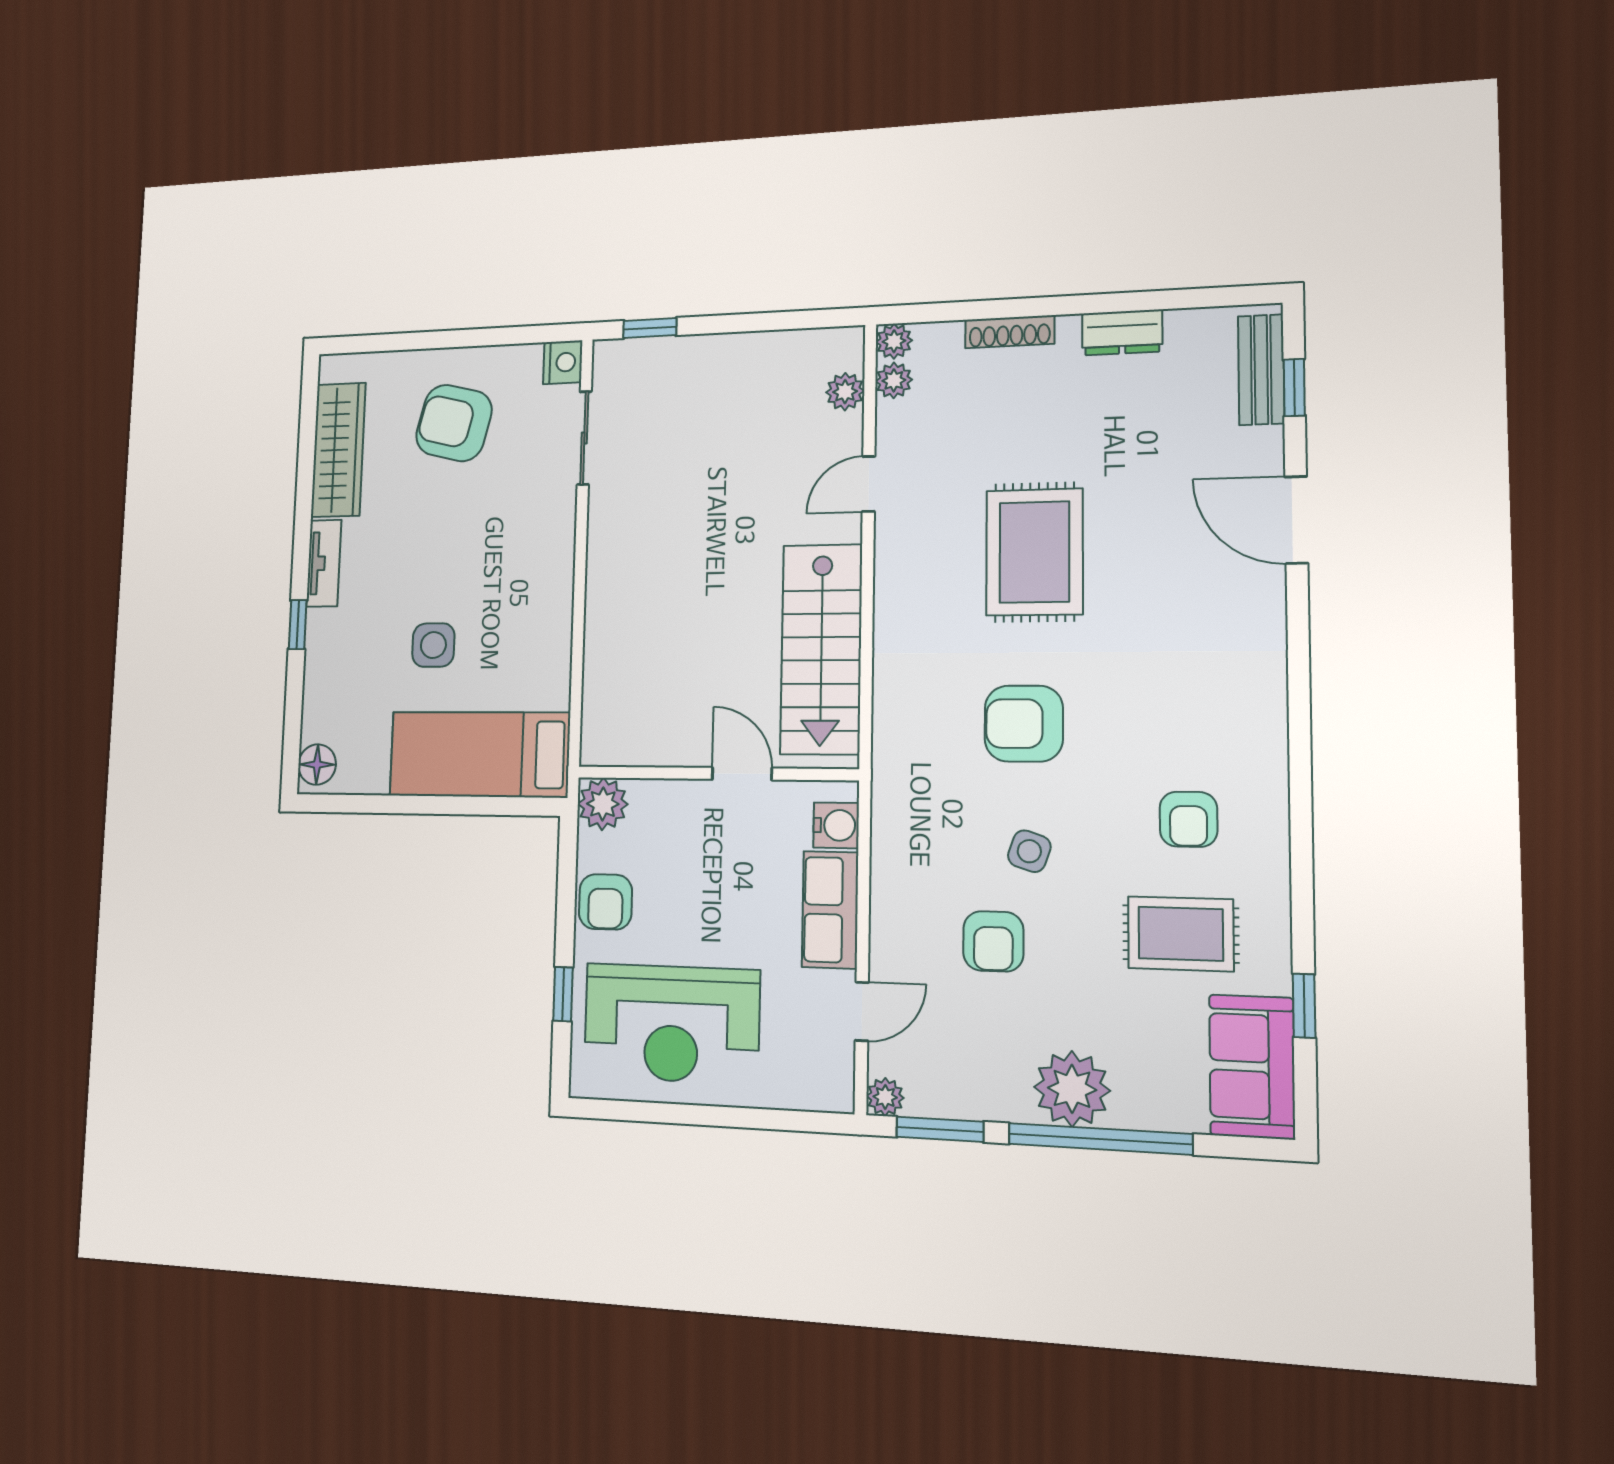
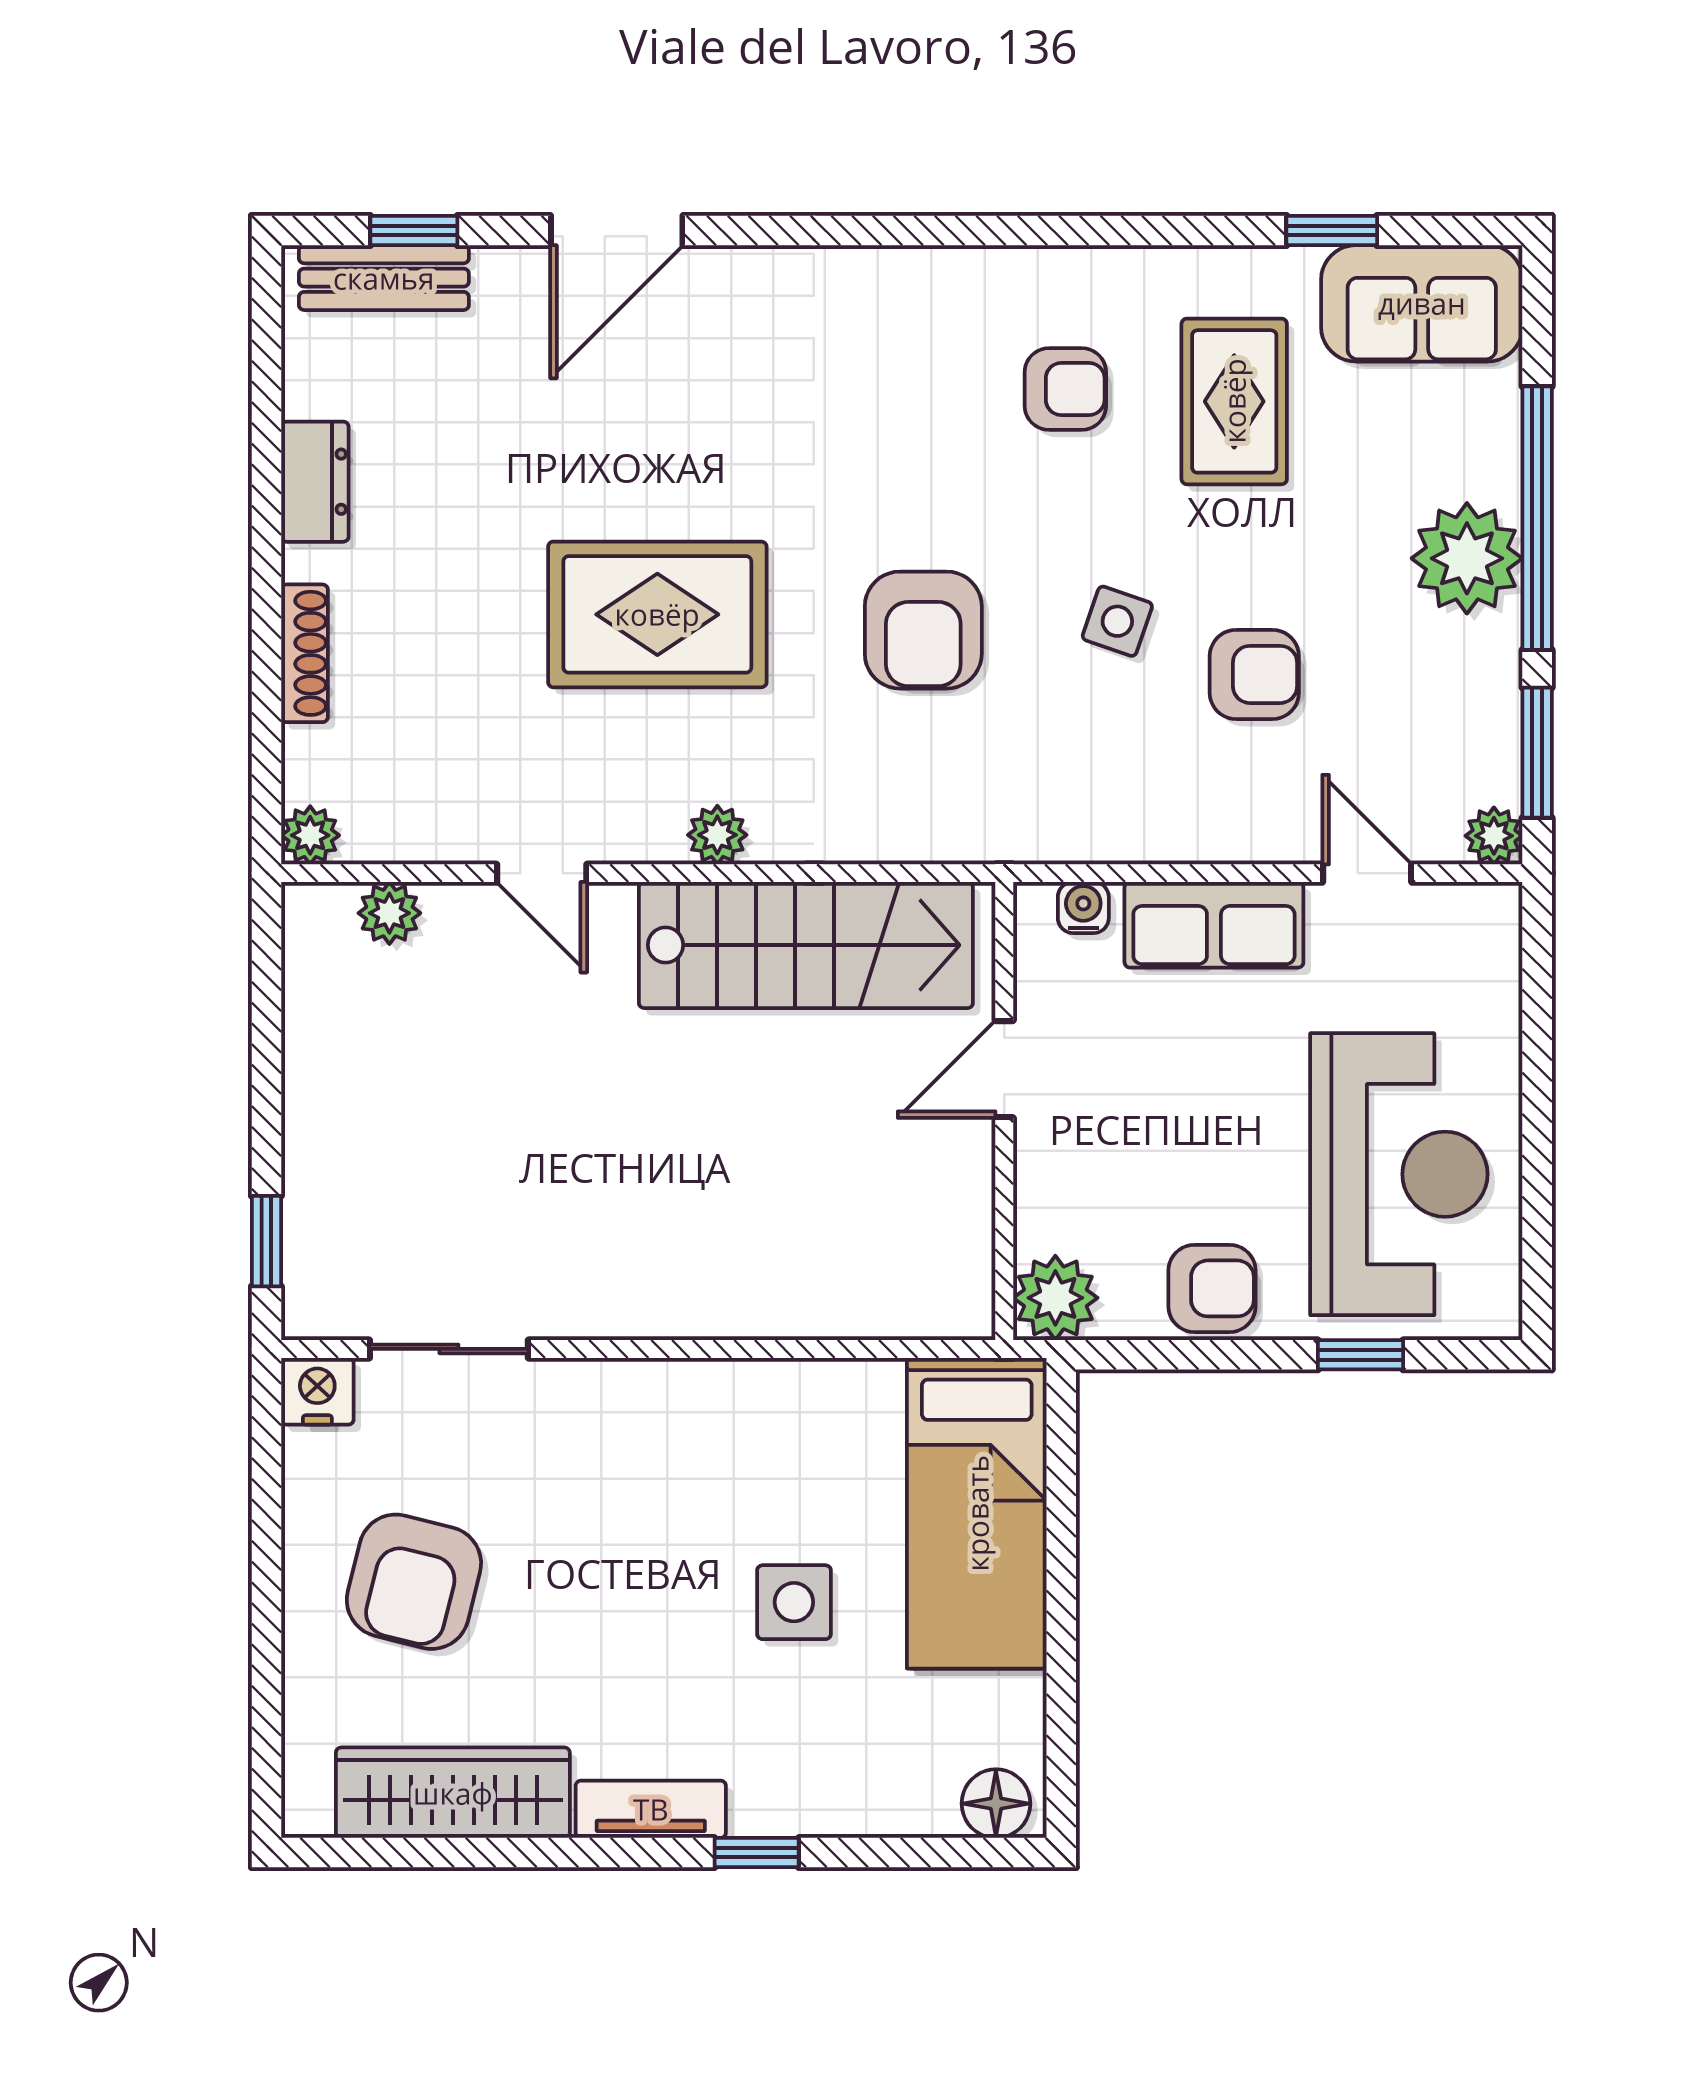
plant: (894, 380) -> (717, 835), moved
water cooler: (836, 825) -> (1083, 908), width x0.72, depth x0.72

